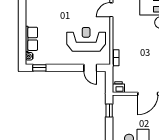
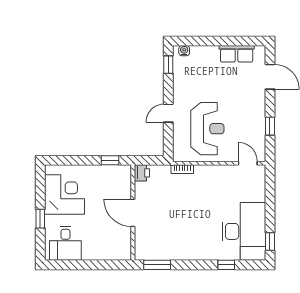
row of seats: (31, 39) -> (237, 54), moved
door: (90, 68) -> (168, 113), moved

